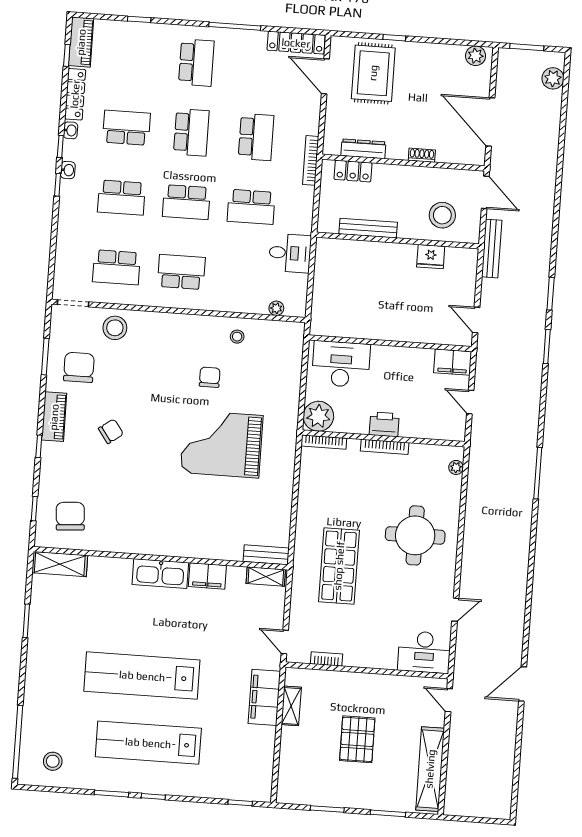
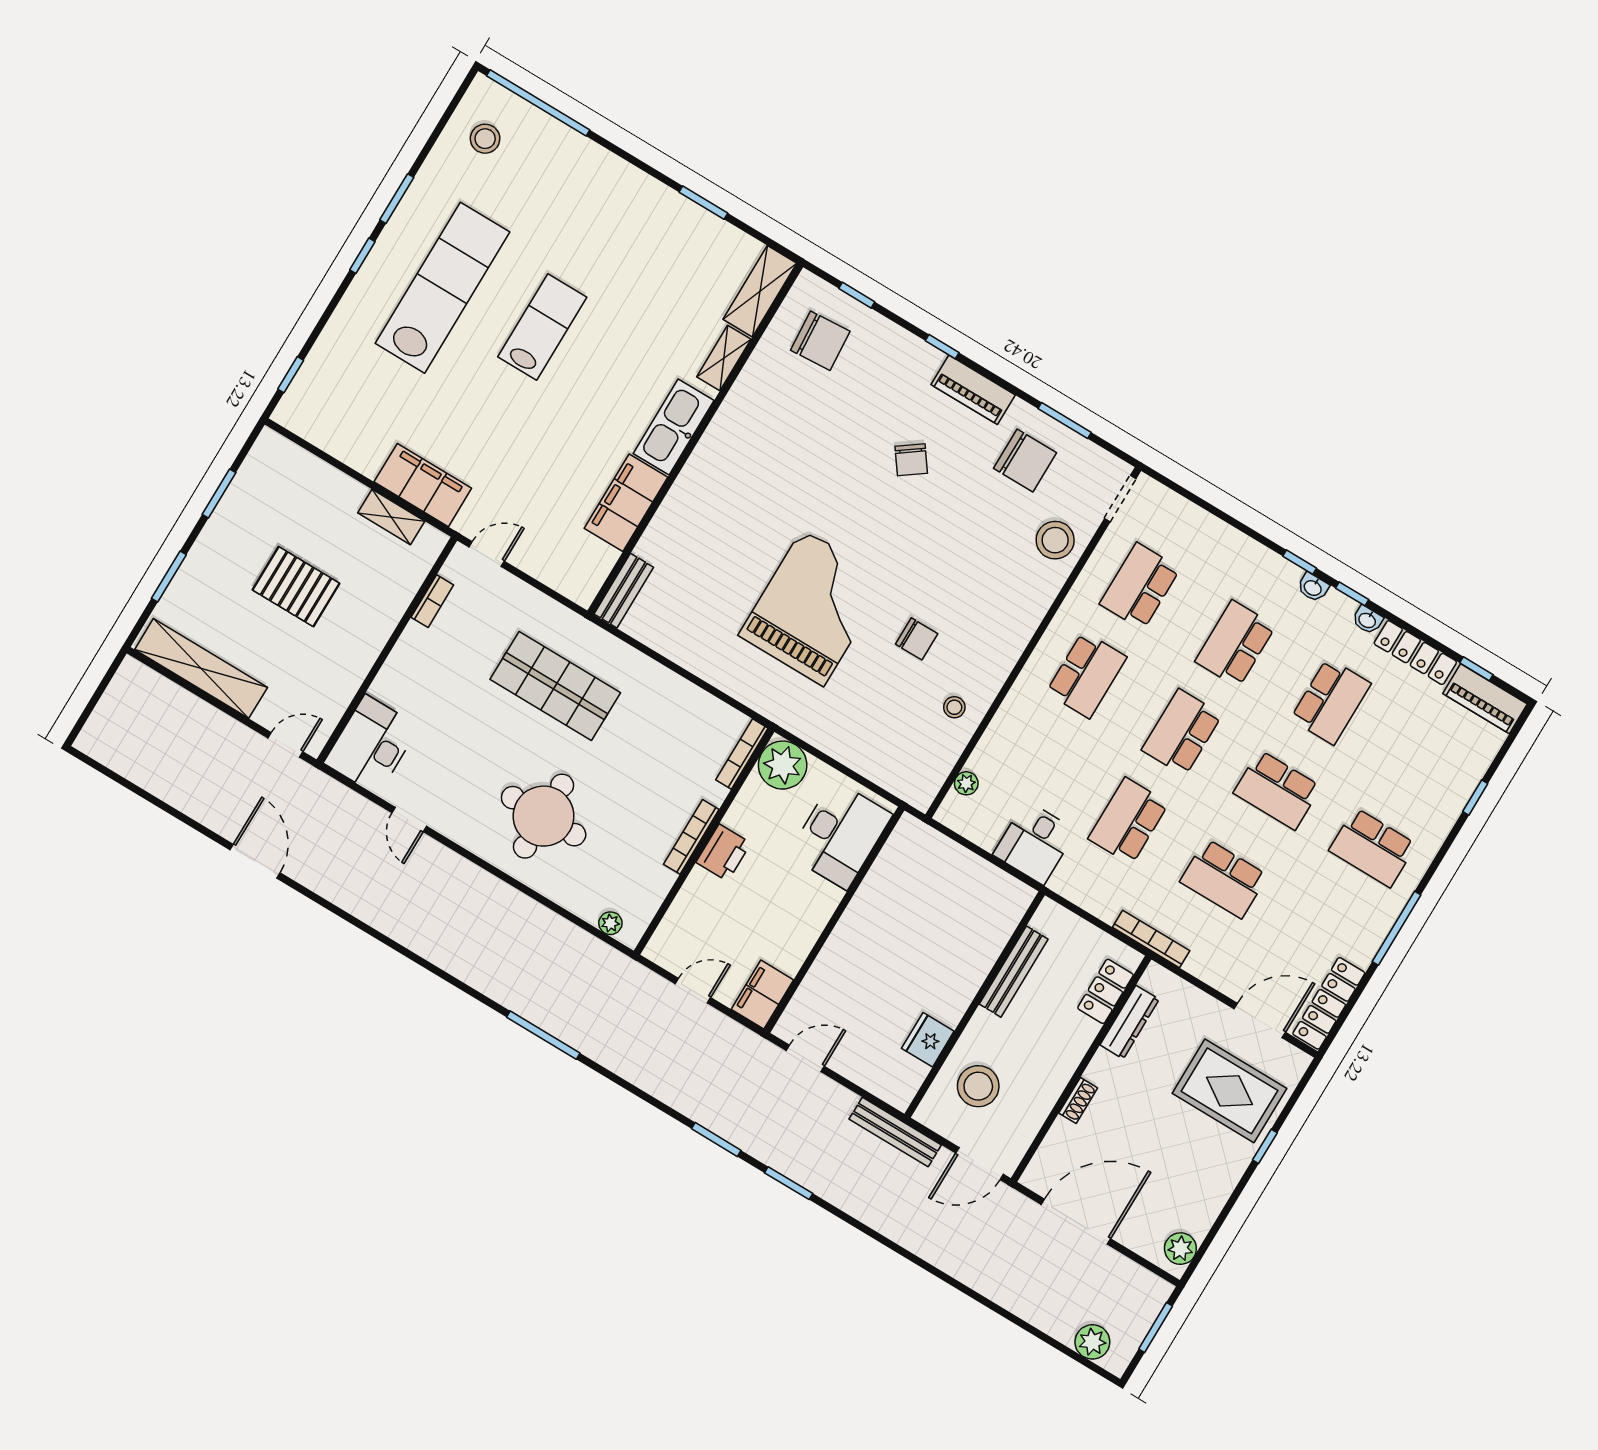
filing cabinet: (207, 576) -> (626, 503), width x1.50, depth x1.17
shelving: (266, 577) -> (724, 358), moved
lab bench: (142, 676) -> (542, 327), width x0.54, depth x0.72

